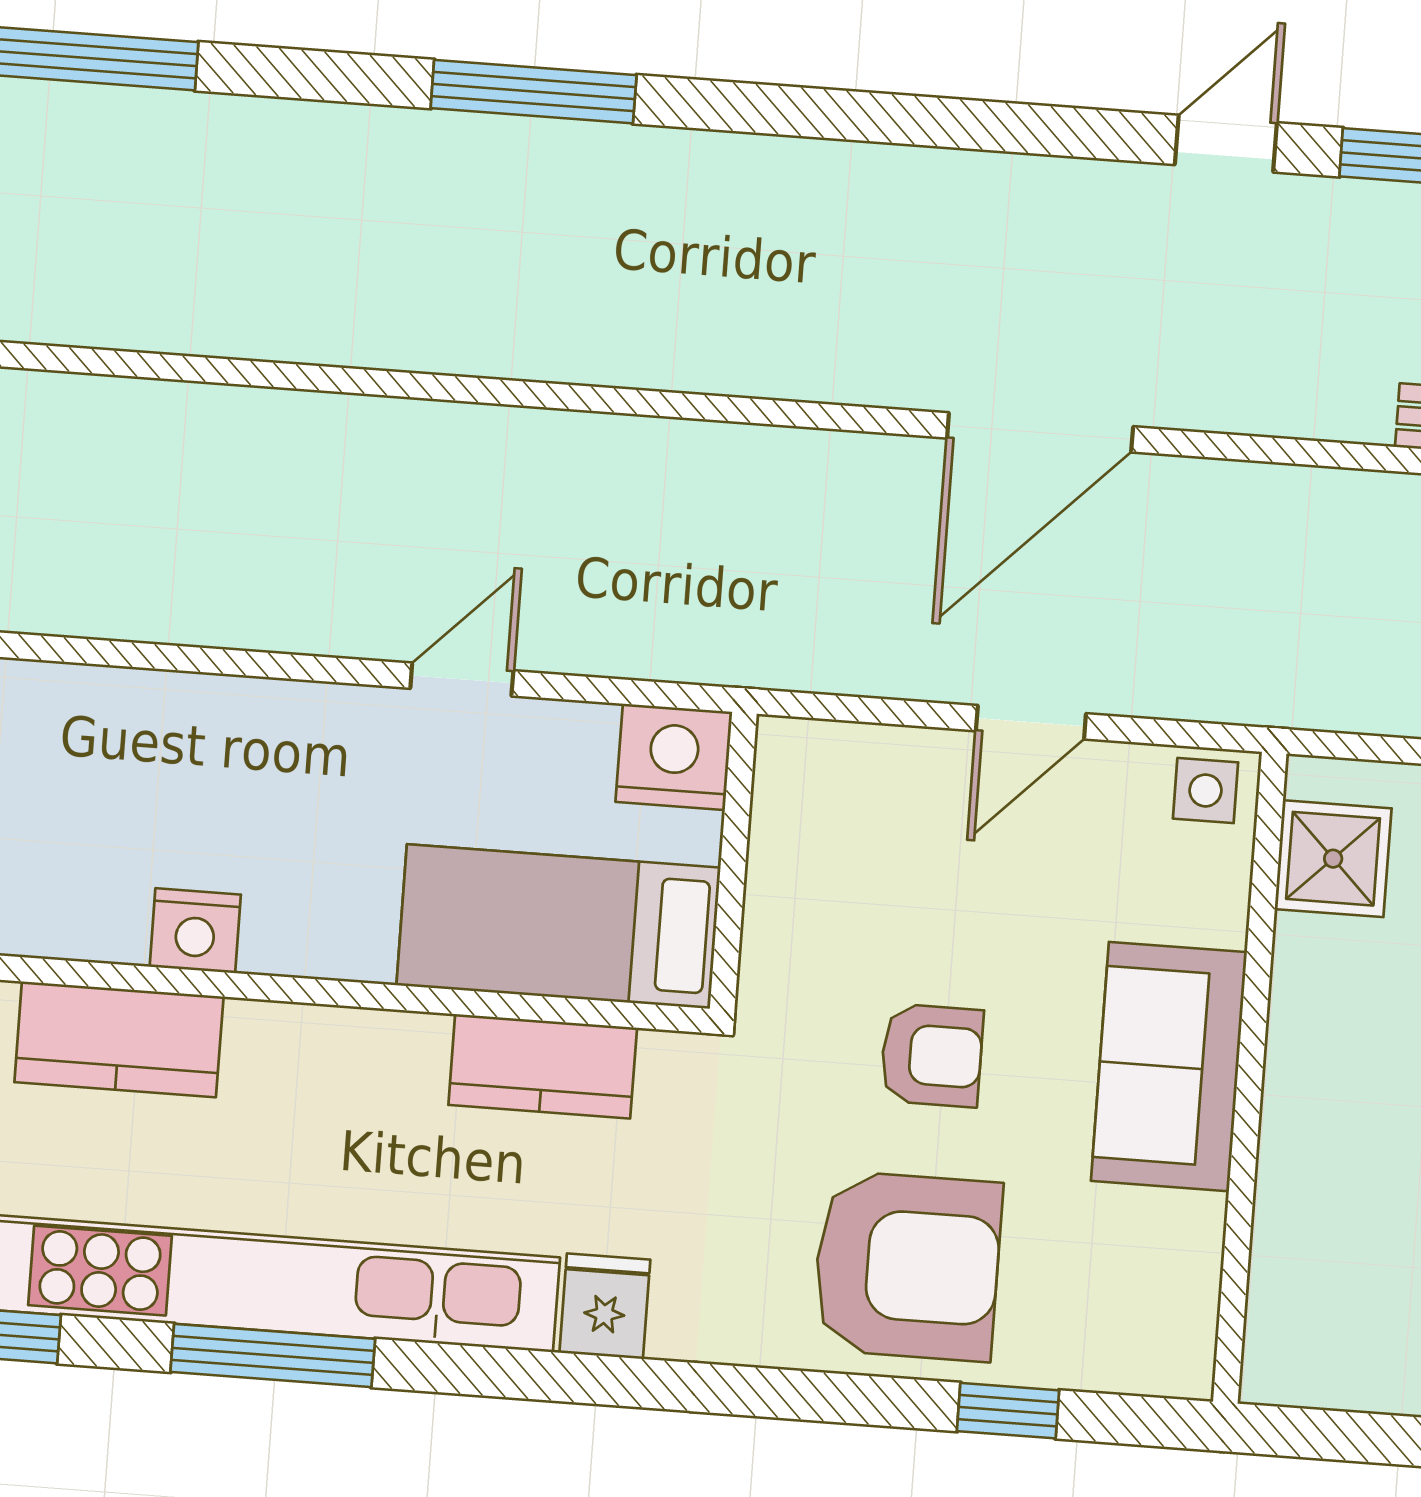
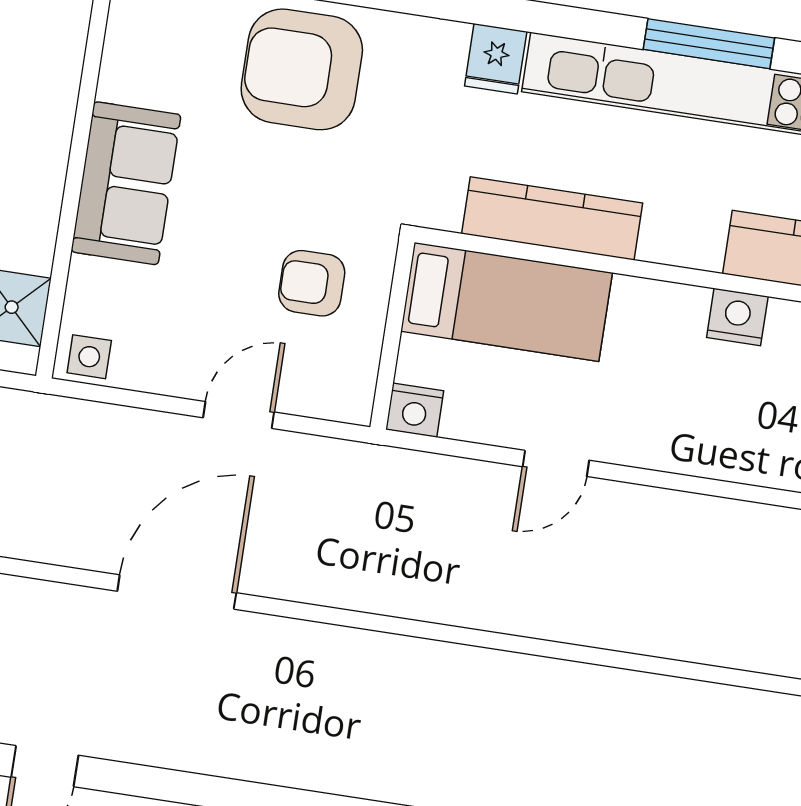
door: (1031, 722) -> (239, 415), moved
nightstand: (674, 757) -> (415, 410), width x0.74, depth x0.75
armchair: (932, 1055) -> (312, 283), moved
kitchen counter: (543, 1066) -> (552, 218), width x1.50

